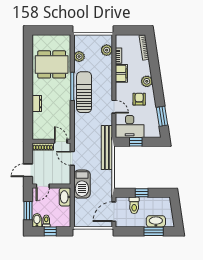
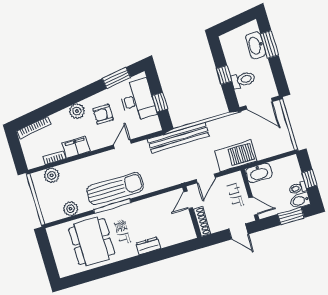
sun lounger: (84, 92) -> (115, 189), turned 180
desk: (130, 126) -> (137, 100), moved

